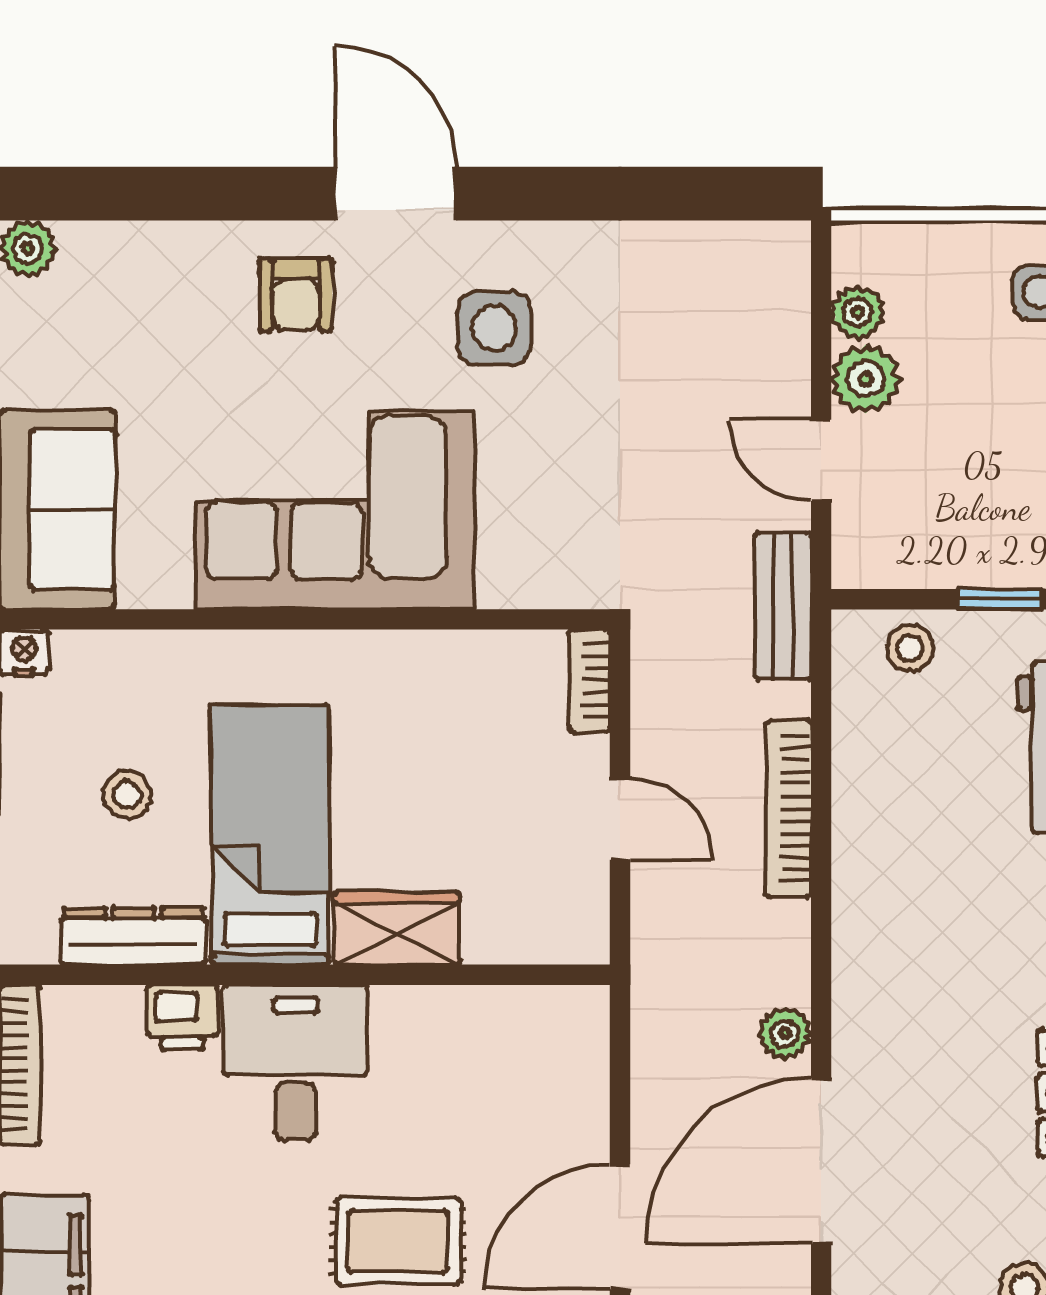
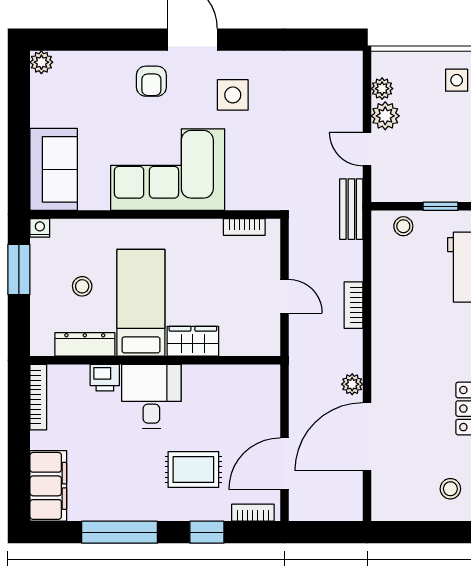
bookcase: (590, 681) -> (244, 227), moved, turned -90
bookcase: (788, 809) -> (354, 305), width x0.64

